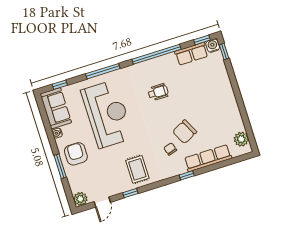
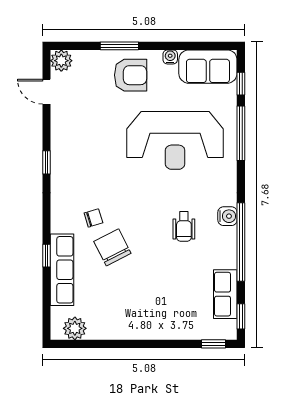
water cooler: (213, 46) -> (227, 216), moved
window: (103, 71) -> (241, 133), moved
rug: (137, 169) -> (79, 160), removed
window: (187, 175) -> (47, 256), moved
window: (130, 193) -> (47, 162), moved

